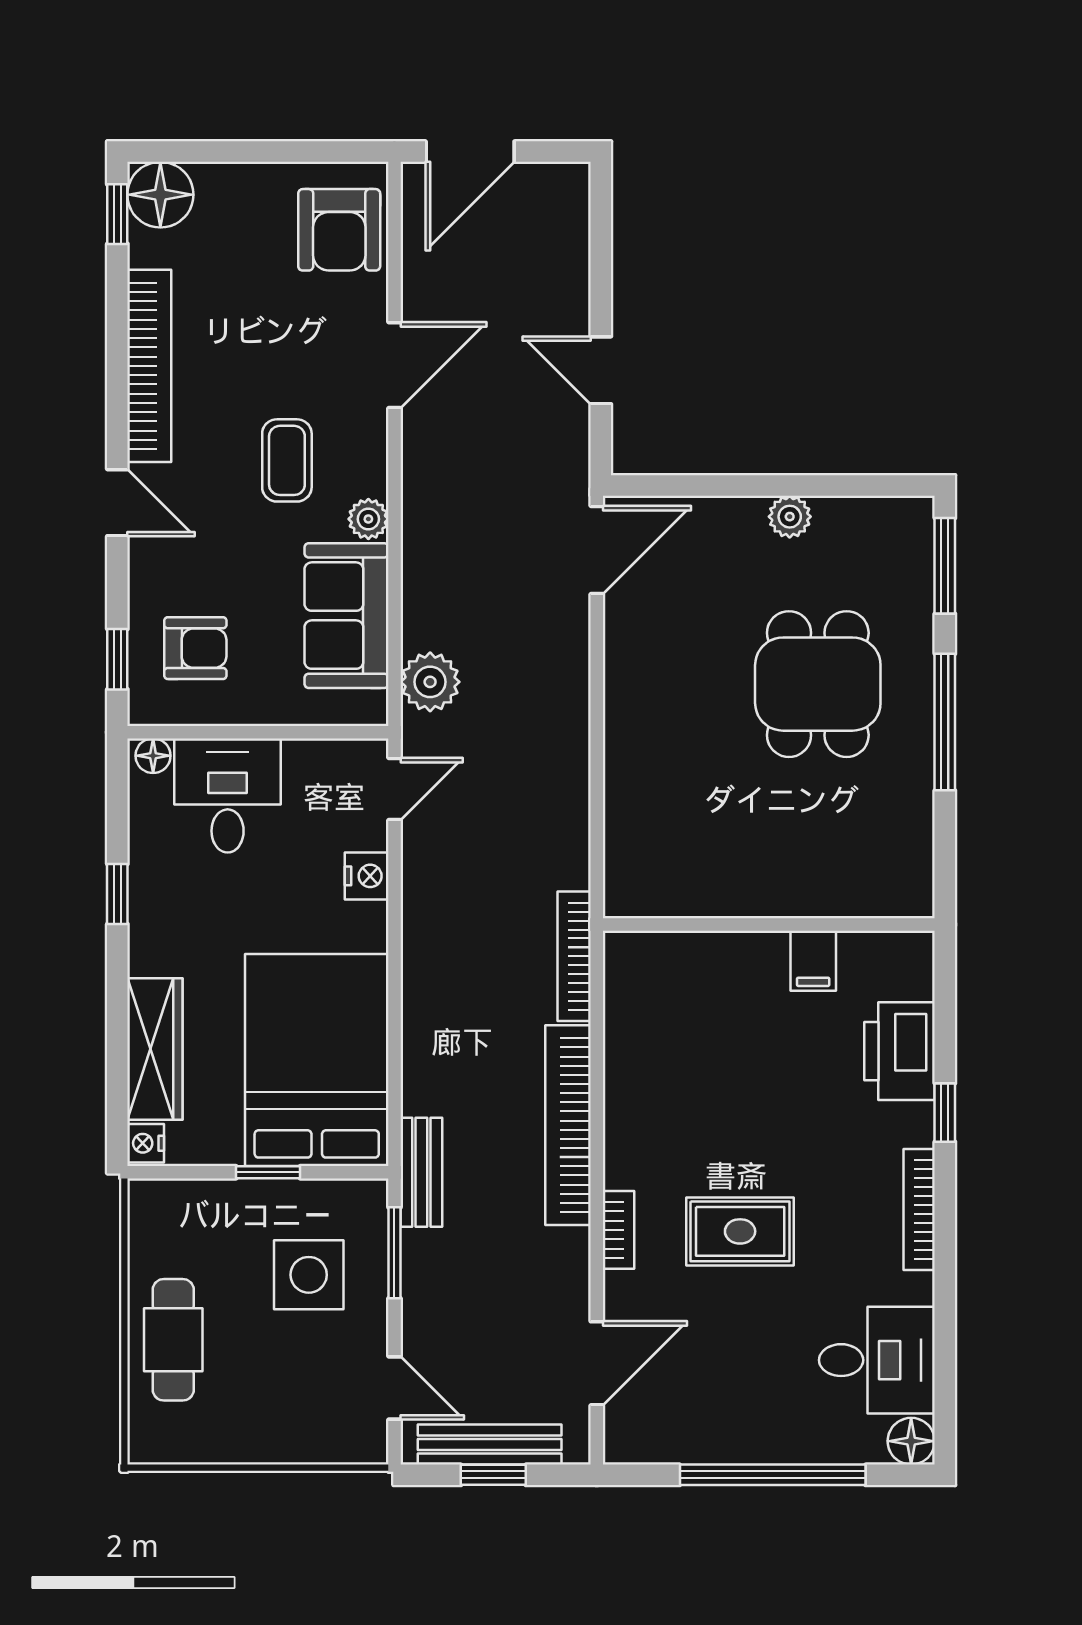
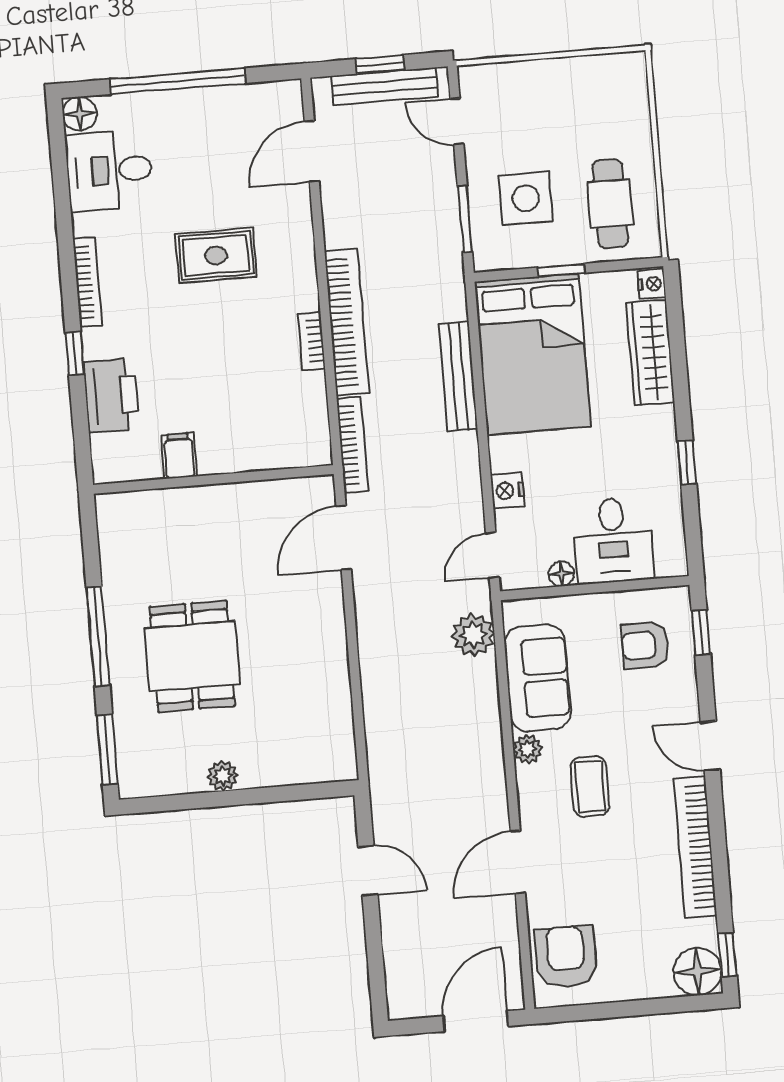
door: (597, 550) -> (344, 538), moved
floor lamp: (153, 756) -> (561, 574), moved
bench: (421, 1172) -> (458, 376), moved, width x1.36
bookcase: (618, 1230) -> (312, 341), moved
cafe table: (173, 1340) -> (610, 204), moved

